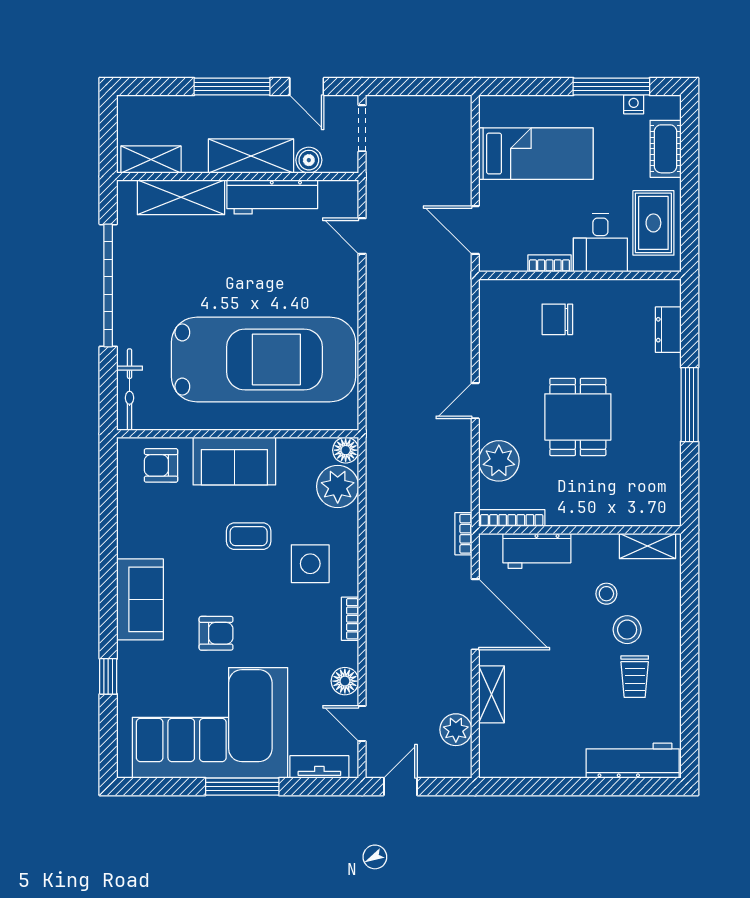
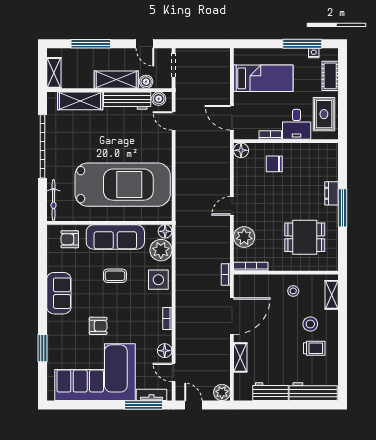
window: (232, 86) -> (91, 44), moved
shelving: (151, 159) -> (54, 73), moved, turned 90
boiler: (333, 193) -> (159, 99), added
floor lamp: (493, 293) -> (241, 150), added
dresser: (668, 330) -> (332, 193), moved
dining table: (578, 417) -> (305, 237), moved, turned 90
sofa: (234, 461) -> (115, 237), width x1.36
shelving: (648, 546) -> (332, 295), moved, turned 90
workbench: (537, 551) -> (270, 392), moved, turned 180
side table: (310, 564) -> (158, 280), moved
stool: (606, 594) -> (293, 291), moved
sofa: (140, 599) -> (59, 293), moved
door: (475, 614) -> (232, 316), hinge flipped
window: (108, 676) -> (42, 348), width x1.50
trolley: (635, 677) -> (314, 348), turned -90
plant: (456, 730) -> (222, 392), moved
window: (242, 787) -> (144, 405), moved
door: (400, 787) -> (193, 405), hinge flipped

